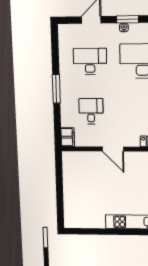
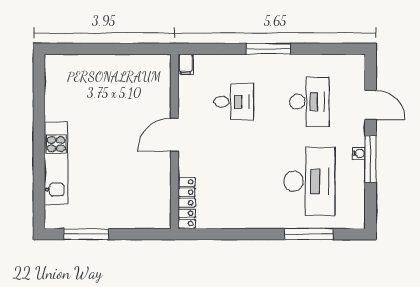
window: (128, 19) -> (370, 159), width x1.44
filing cabinet: (68, 137) -> (186, 64), width x0.50

